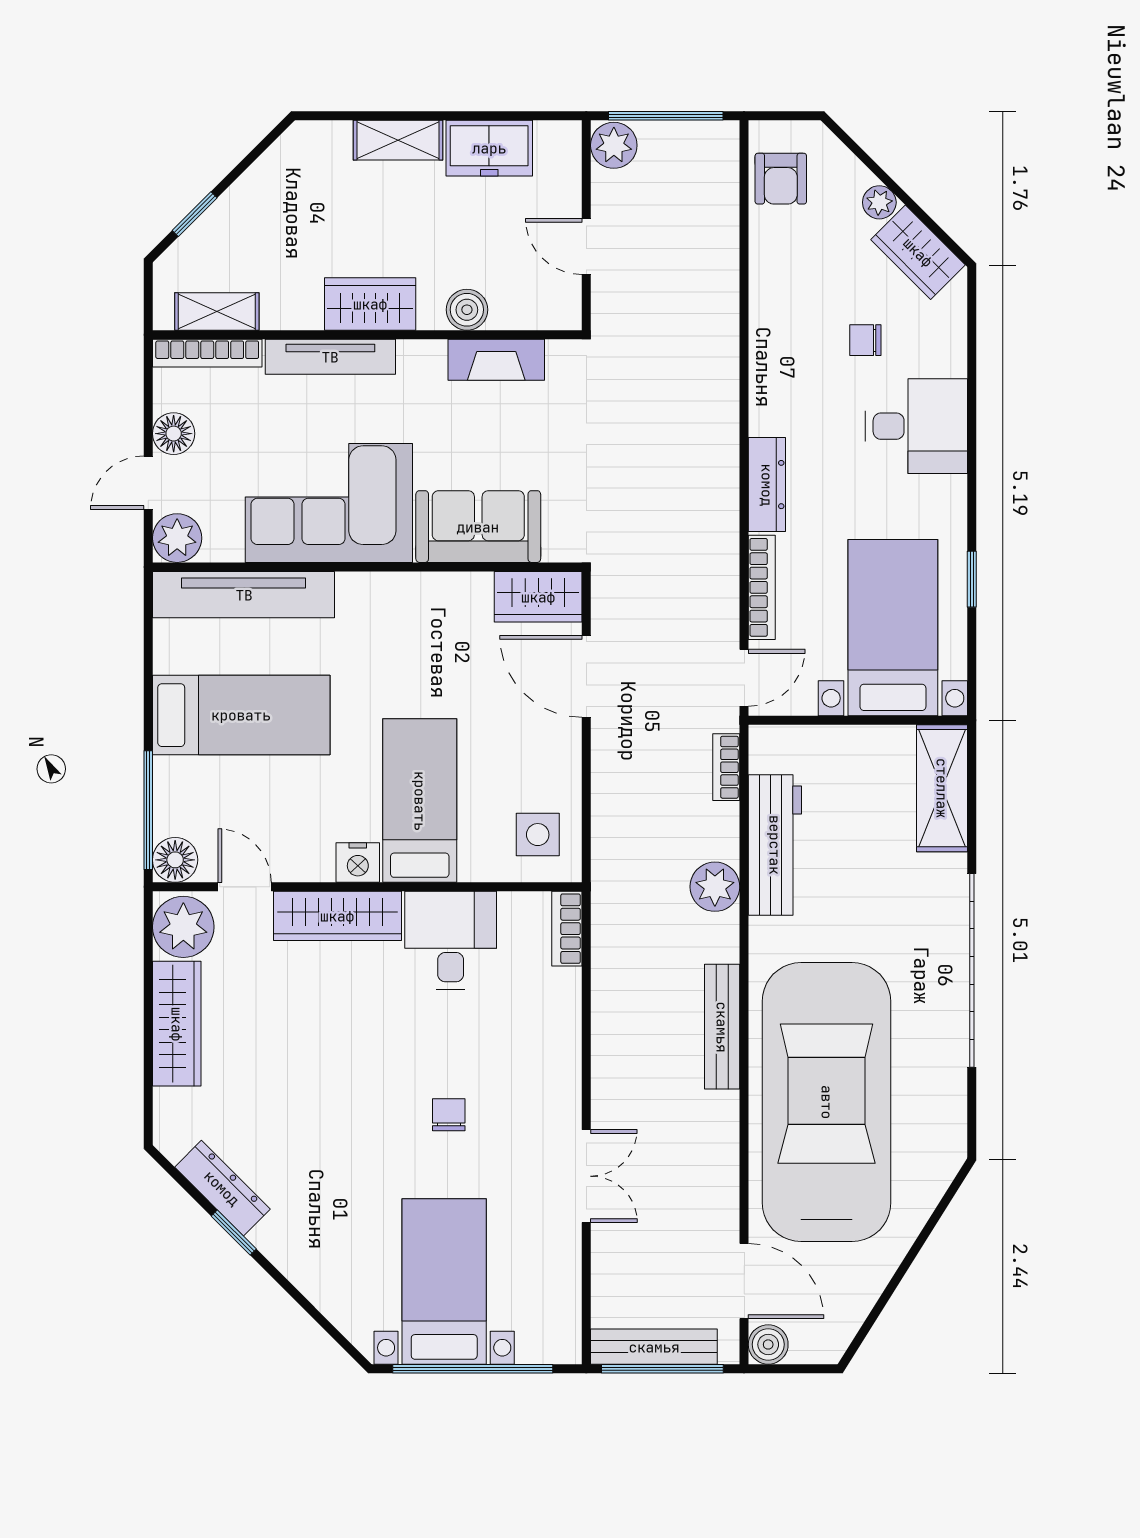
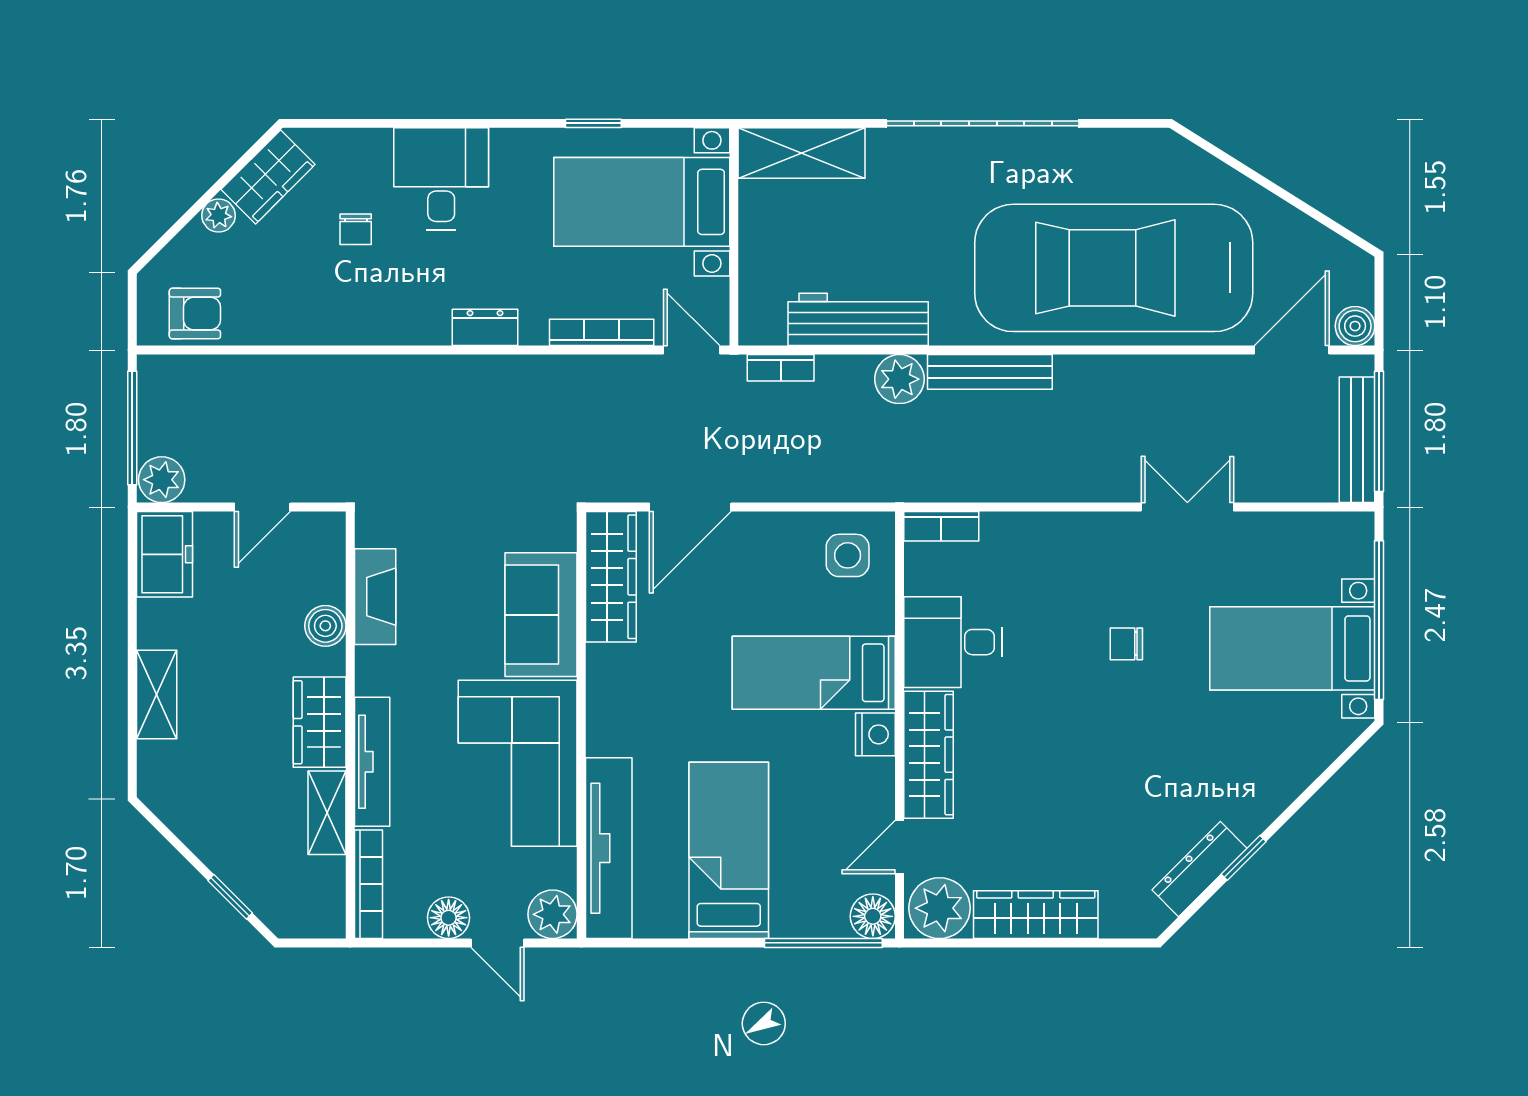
freezer: (489, 148) -> (164, 554), moved
shelving: (217, 311) -> (327, 813), moved
dresser: (767, 485) -> (485, 327), width x0.70
wardrobe: (538, 597) -> (611, 577), width x1.50
bench: (722, 1027) -> (990, 372), moved

